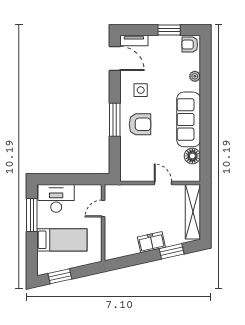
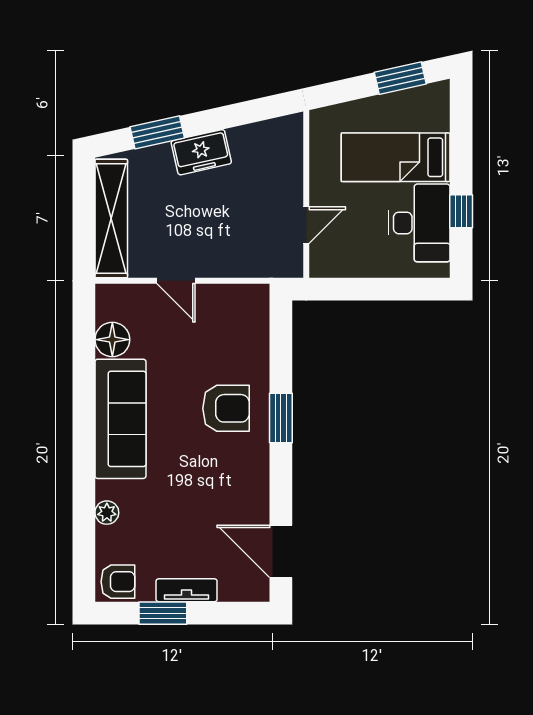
tv unit: (134, 41) -> (187, 590), moved
side table: (141, 90) -> (225, 483), removed
window: (115, 120) -> (281, 418), width x0.69
armchair: (140, 124) -> (226, 408), turned 180
desk: (56, 198) -> (419, 223), moved, turned -90
window: (32, 215) -> (461, 211), width x0.46

